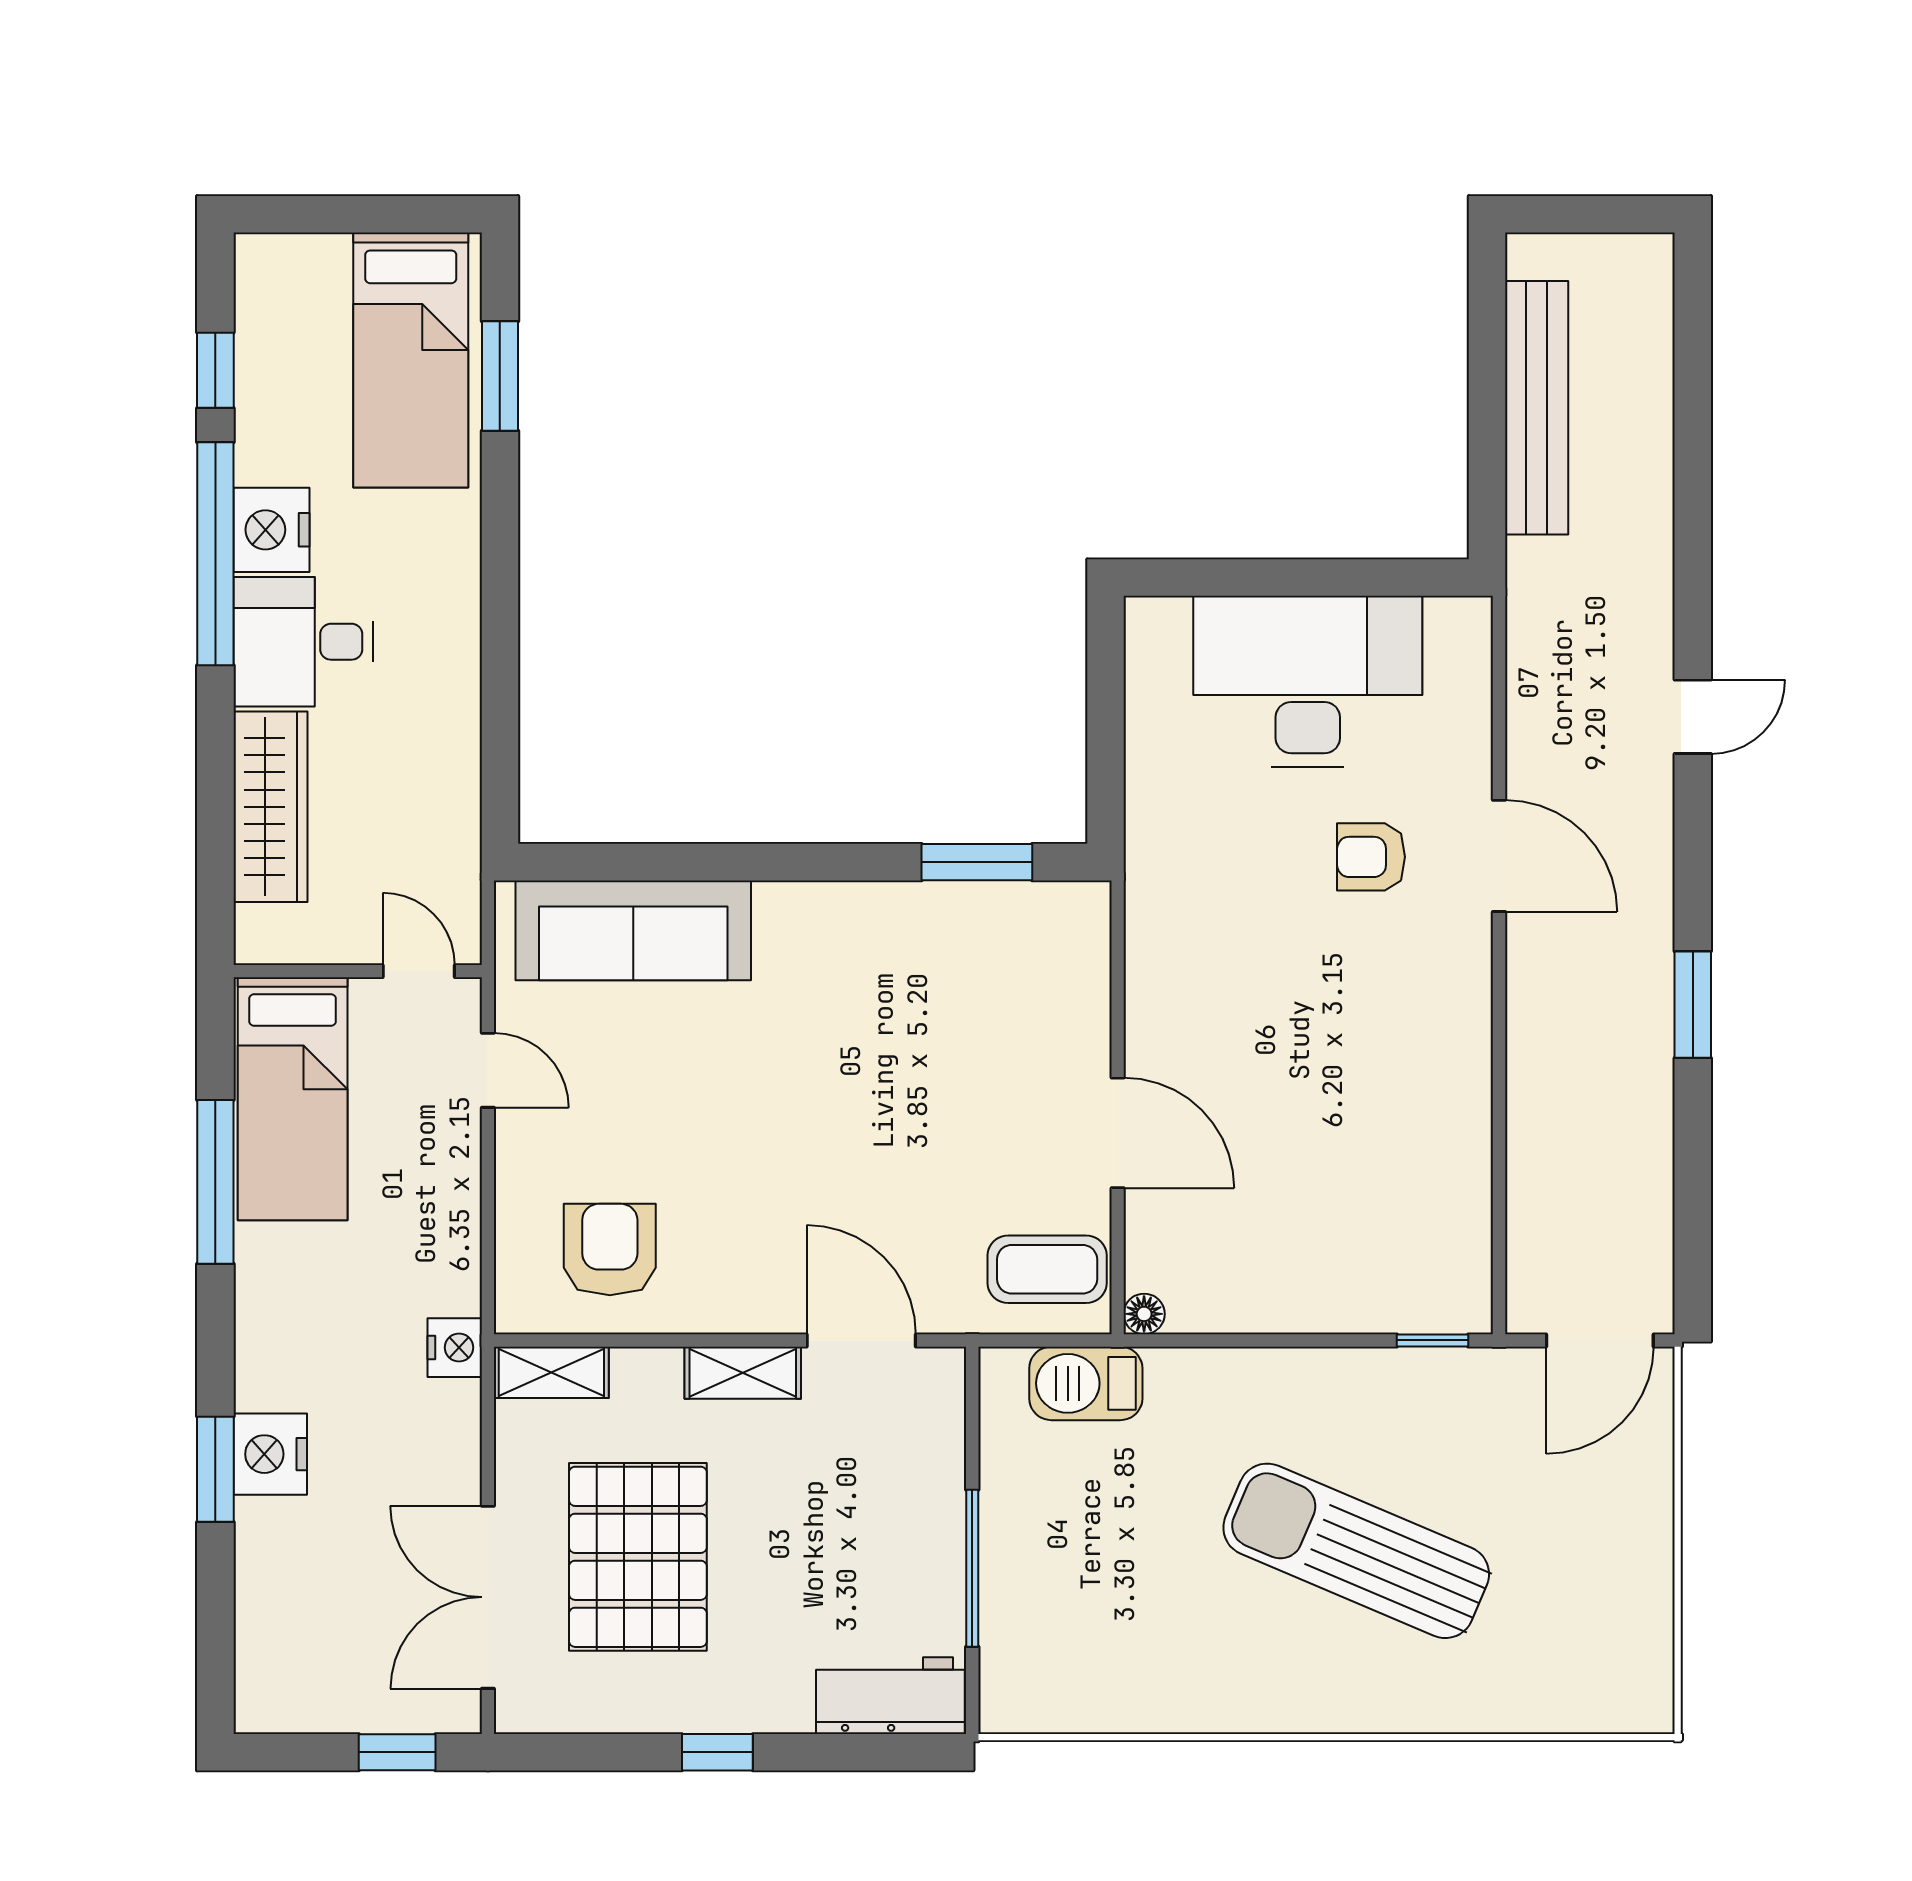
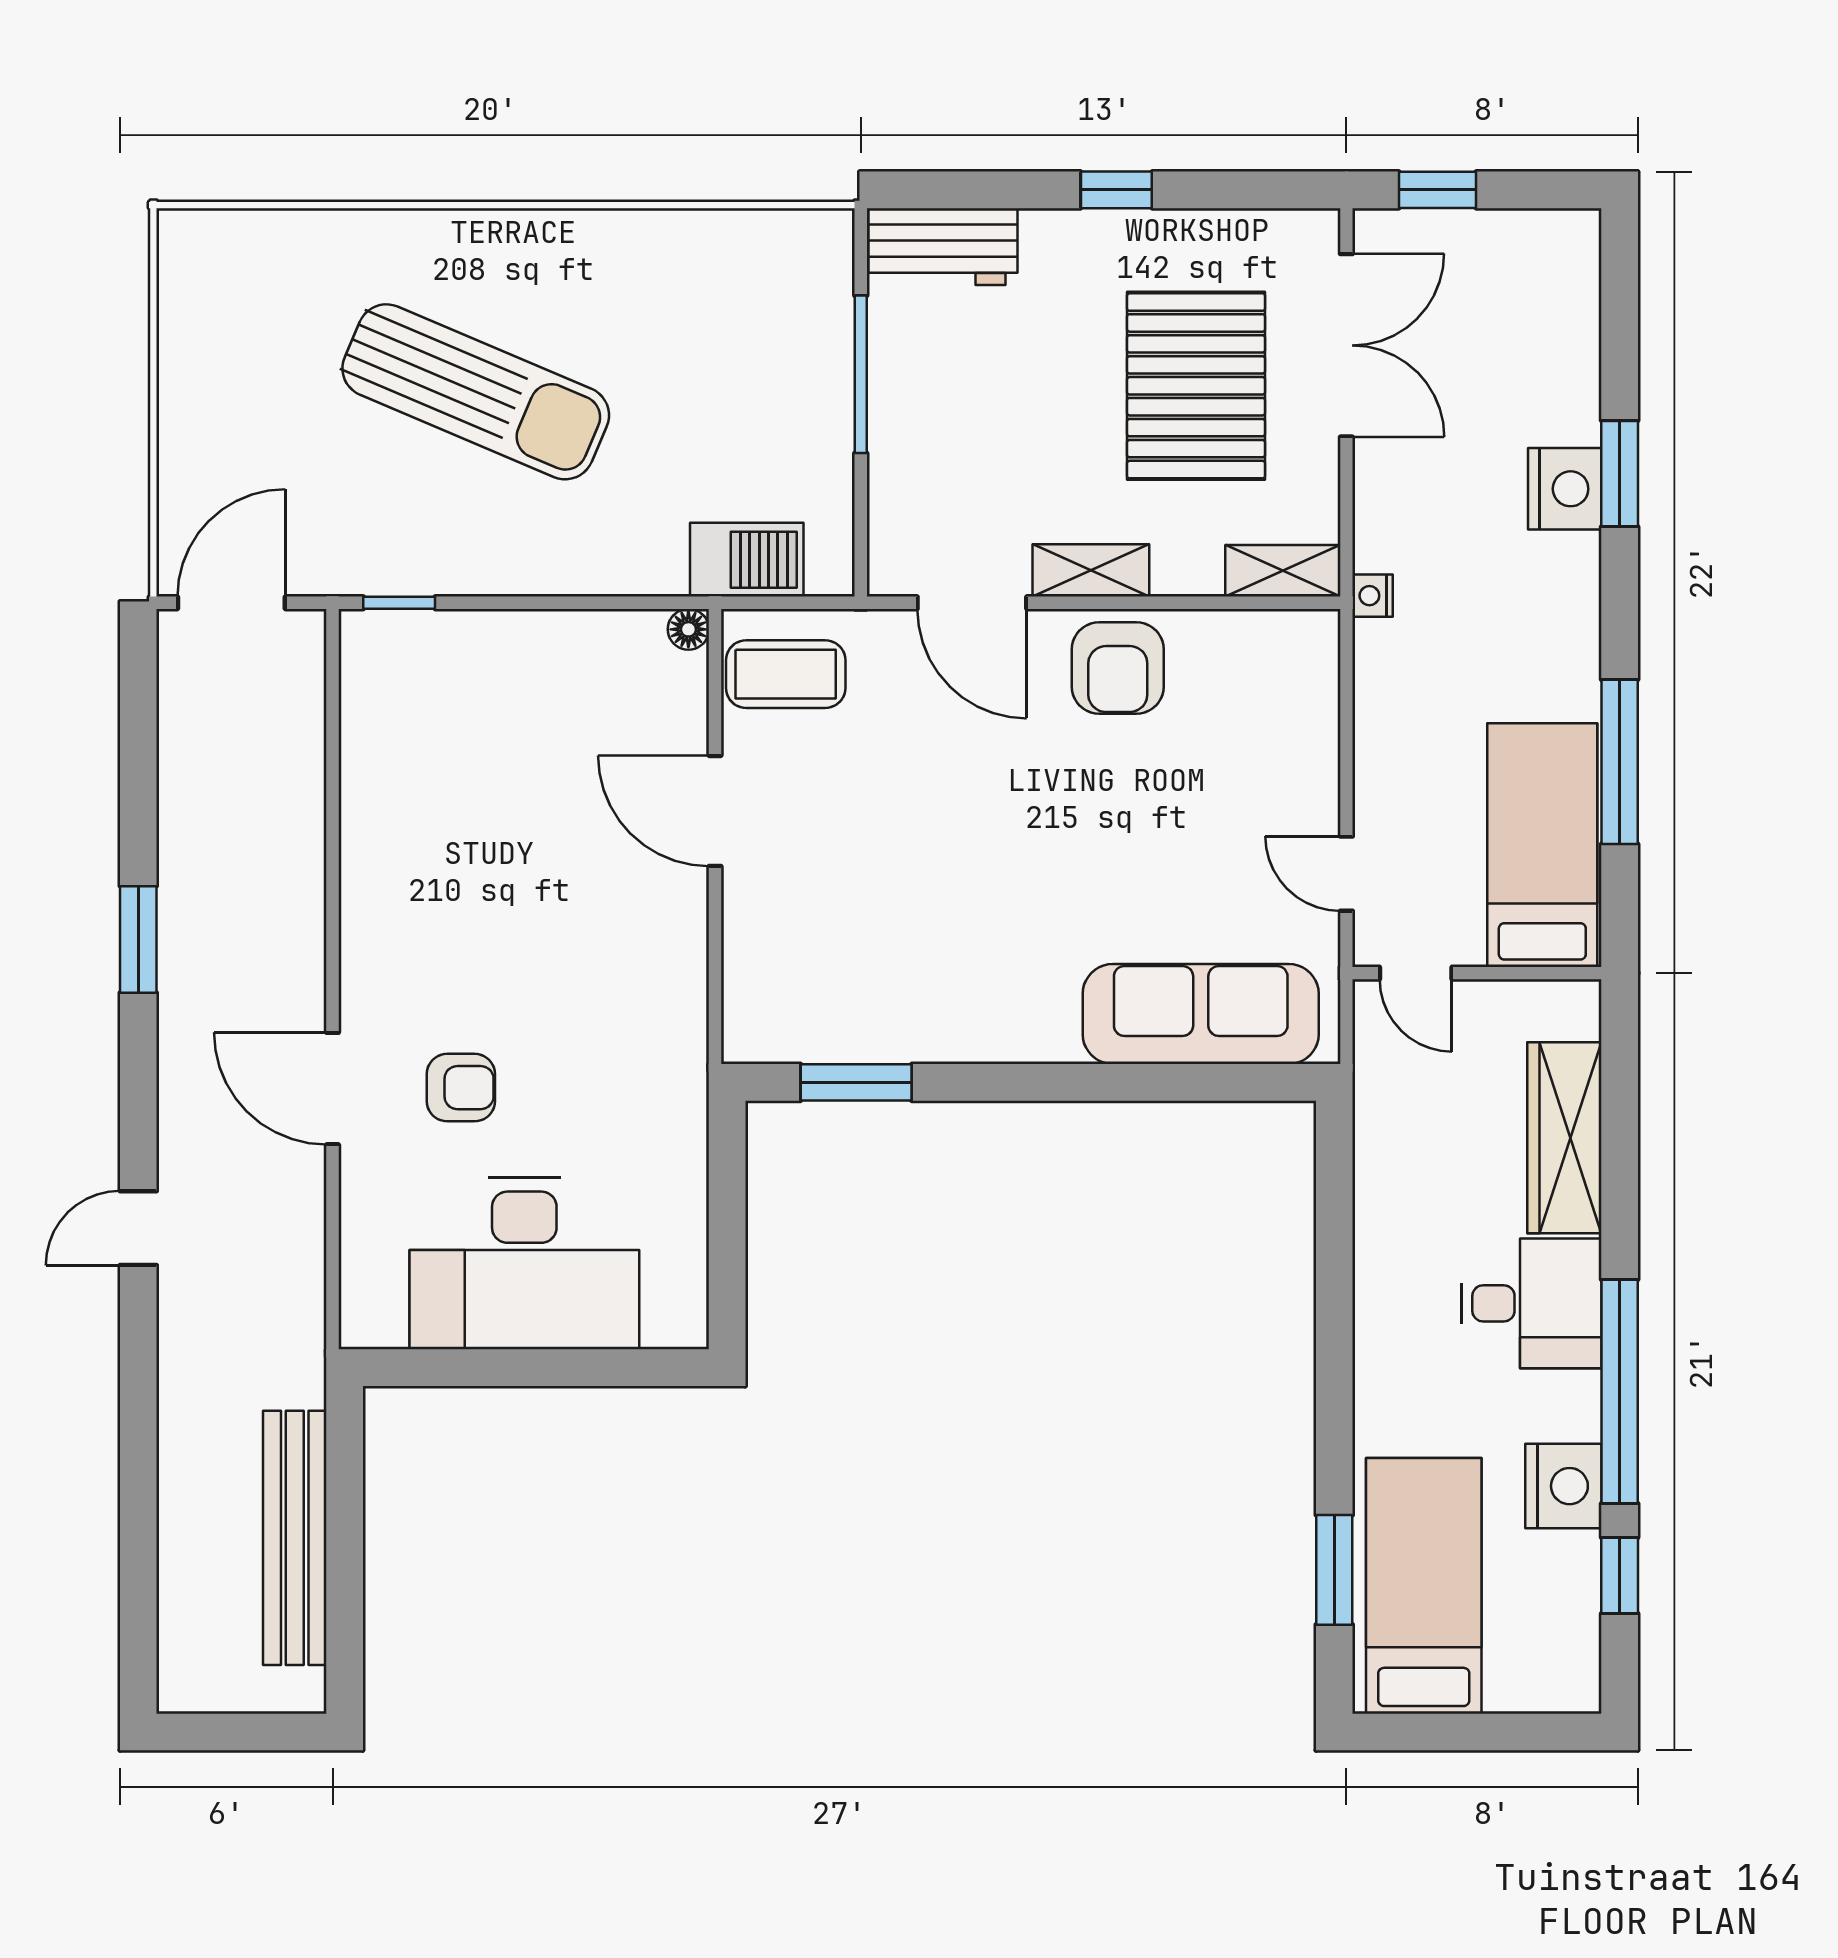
nightstand: (271, 530) -> (1563, 1486), moved
armchair: (610, 1250) -> (1118, 668), moved
nightstand: (455, 1348) -> (1373, 596), width x0.72, depth x0.74

